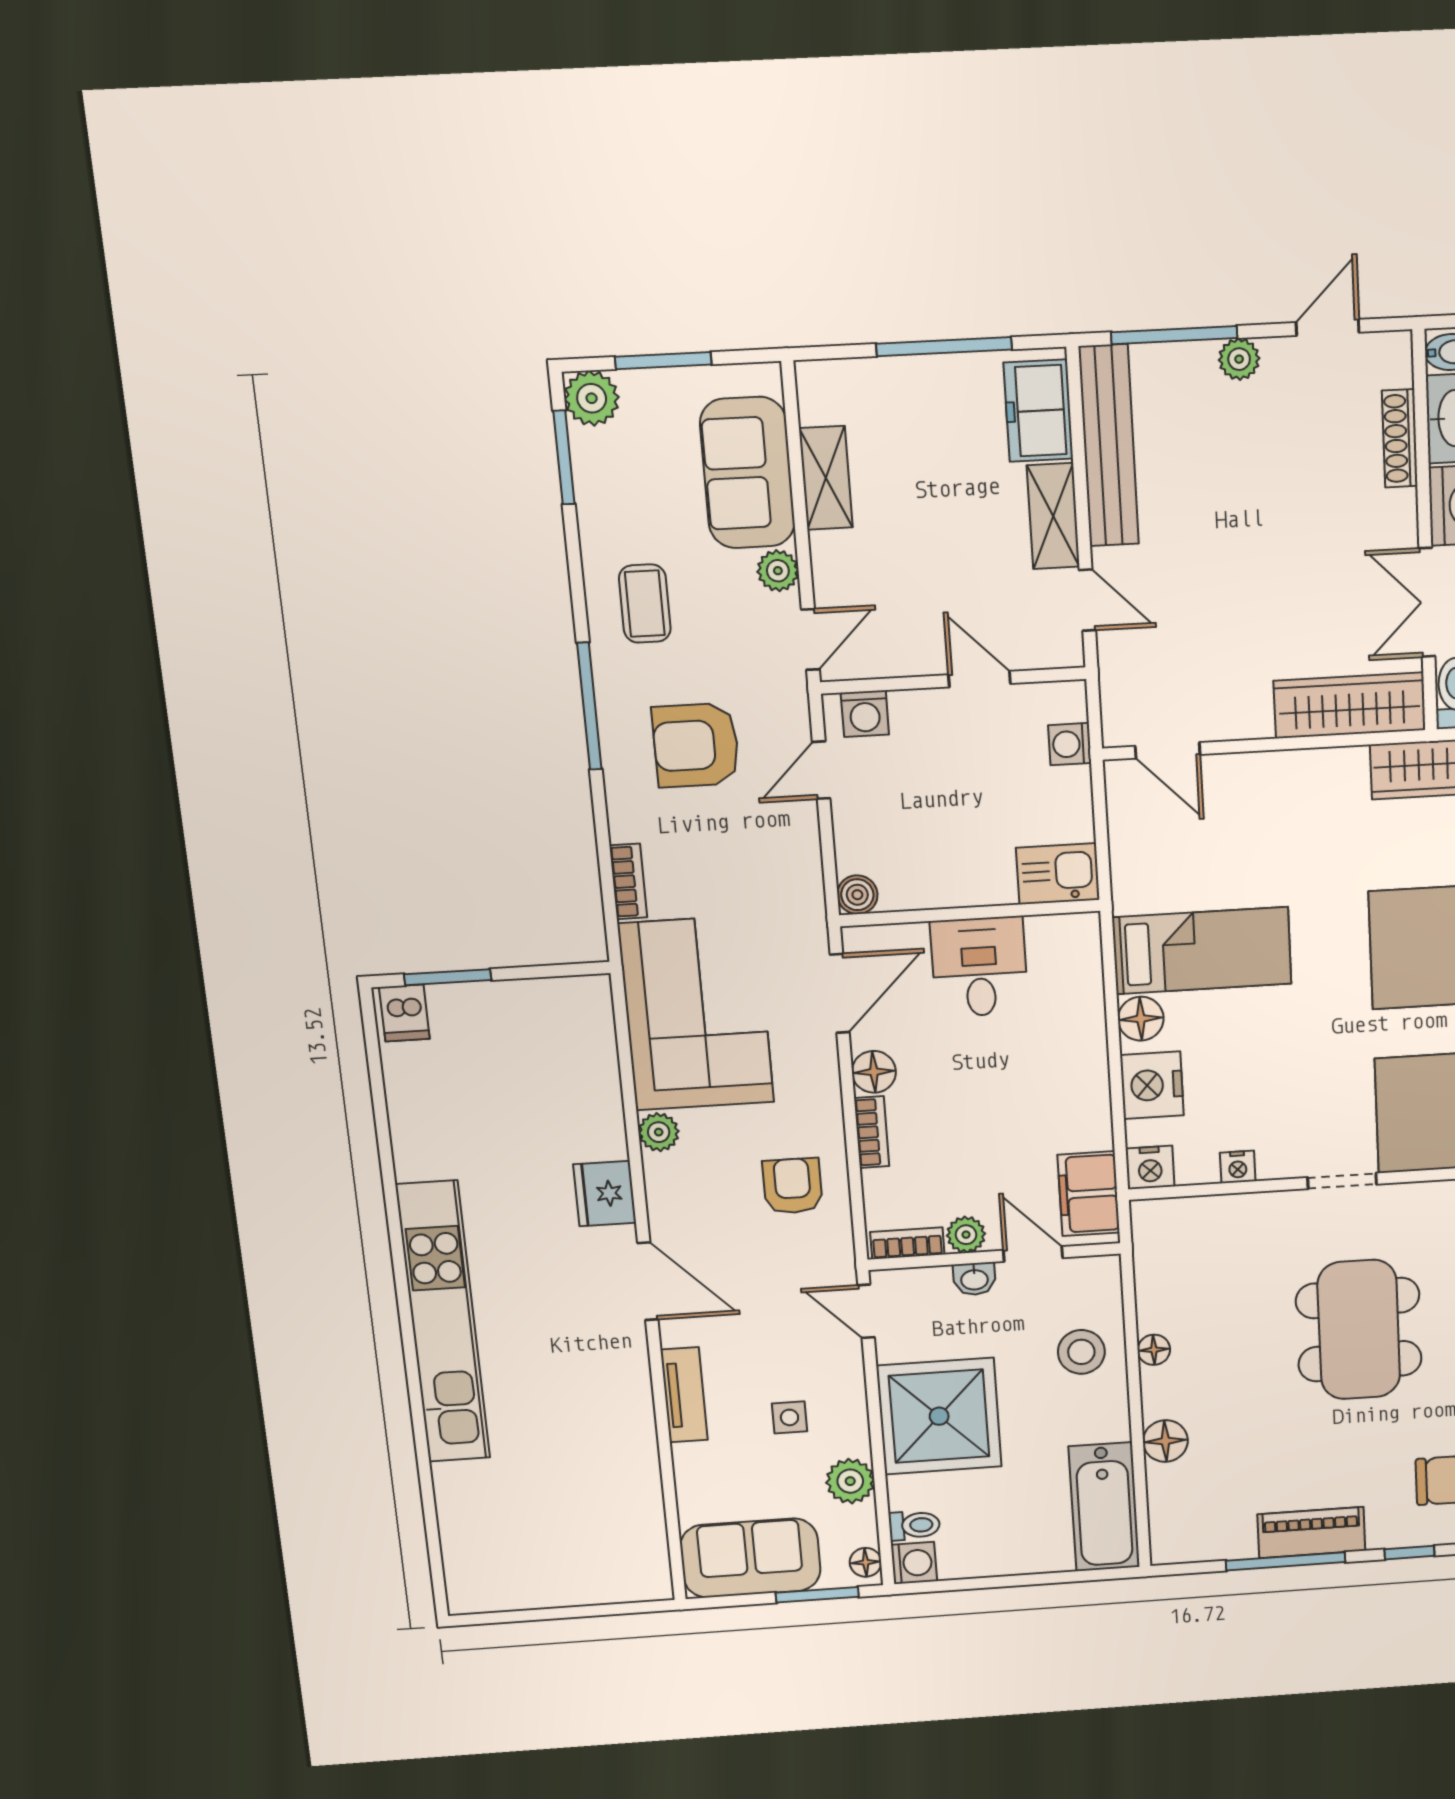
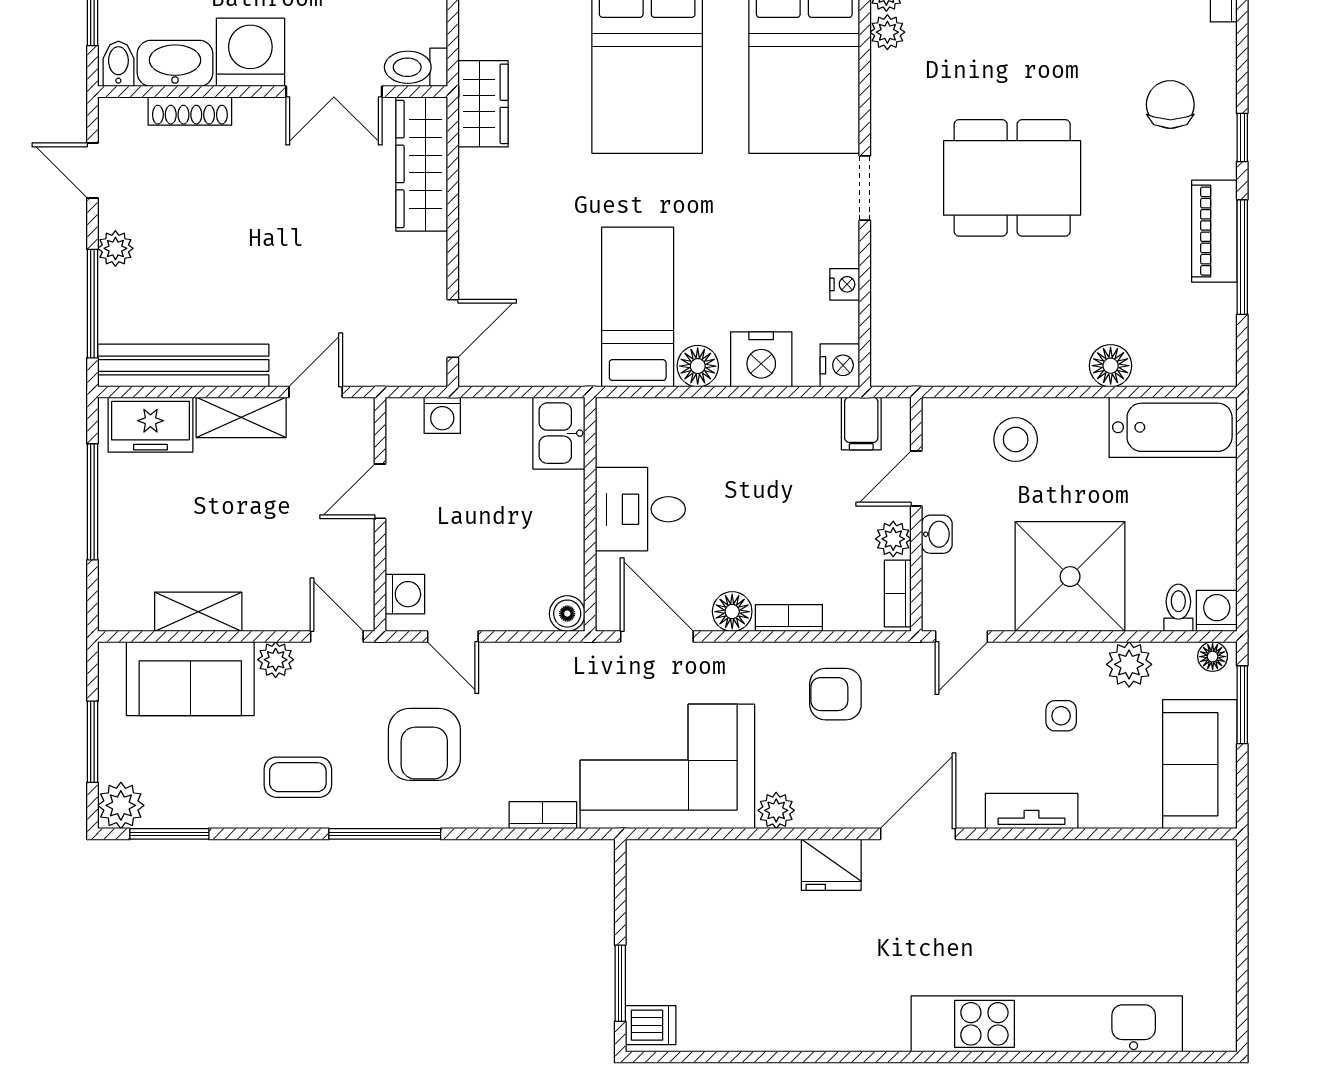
filing cabinet: (1089, 1194) -> (861, 423), width x0.50
kitchen unit: (443, 1322) -> (1047, 1024), moved
floor lamp: (1154, 1350) -> (1018, 372), removed

